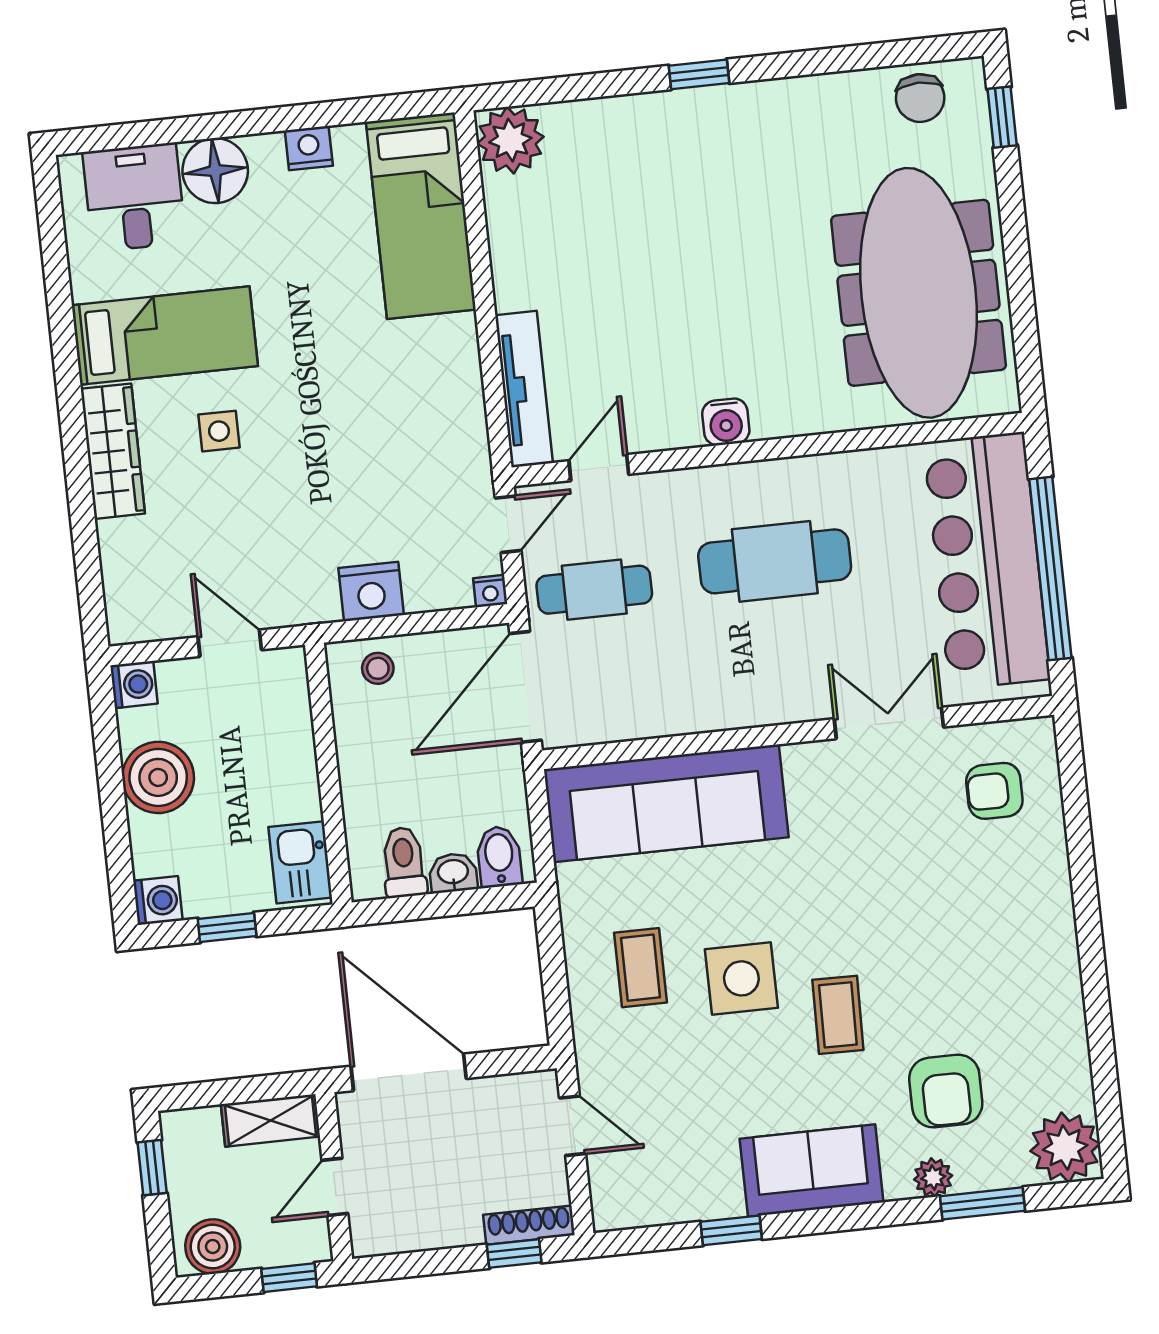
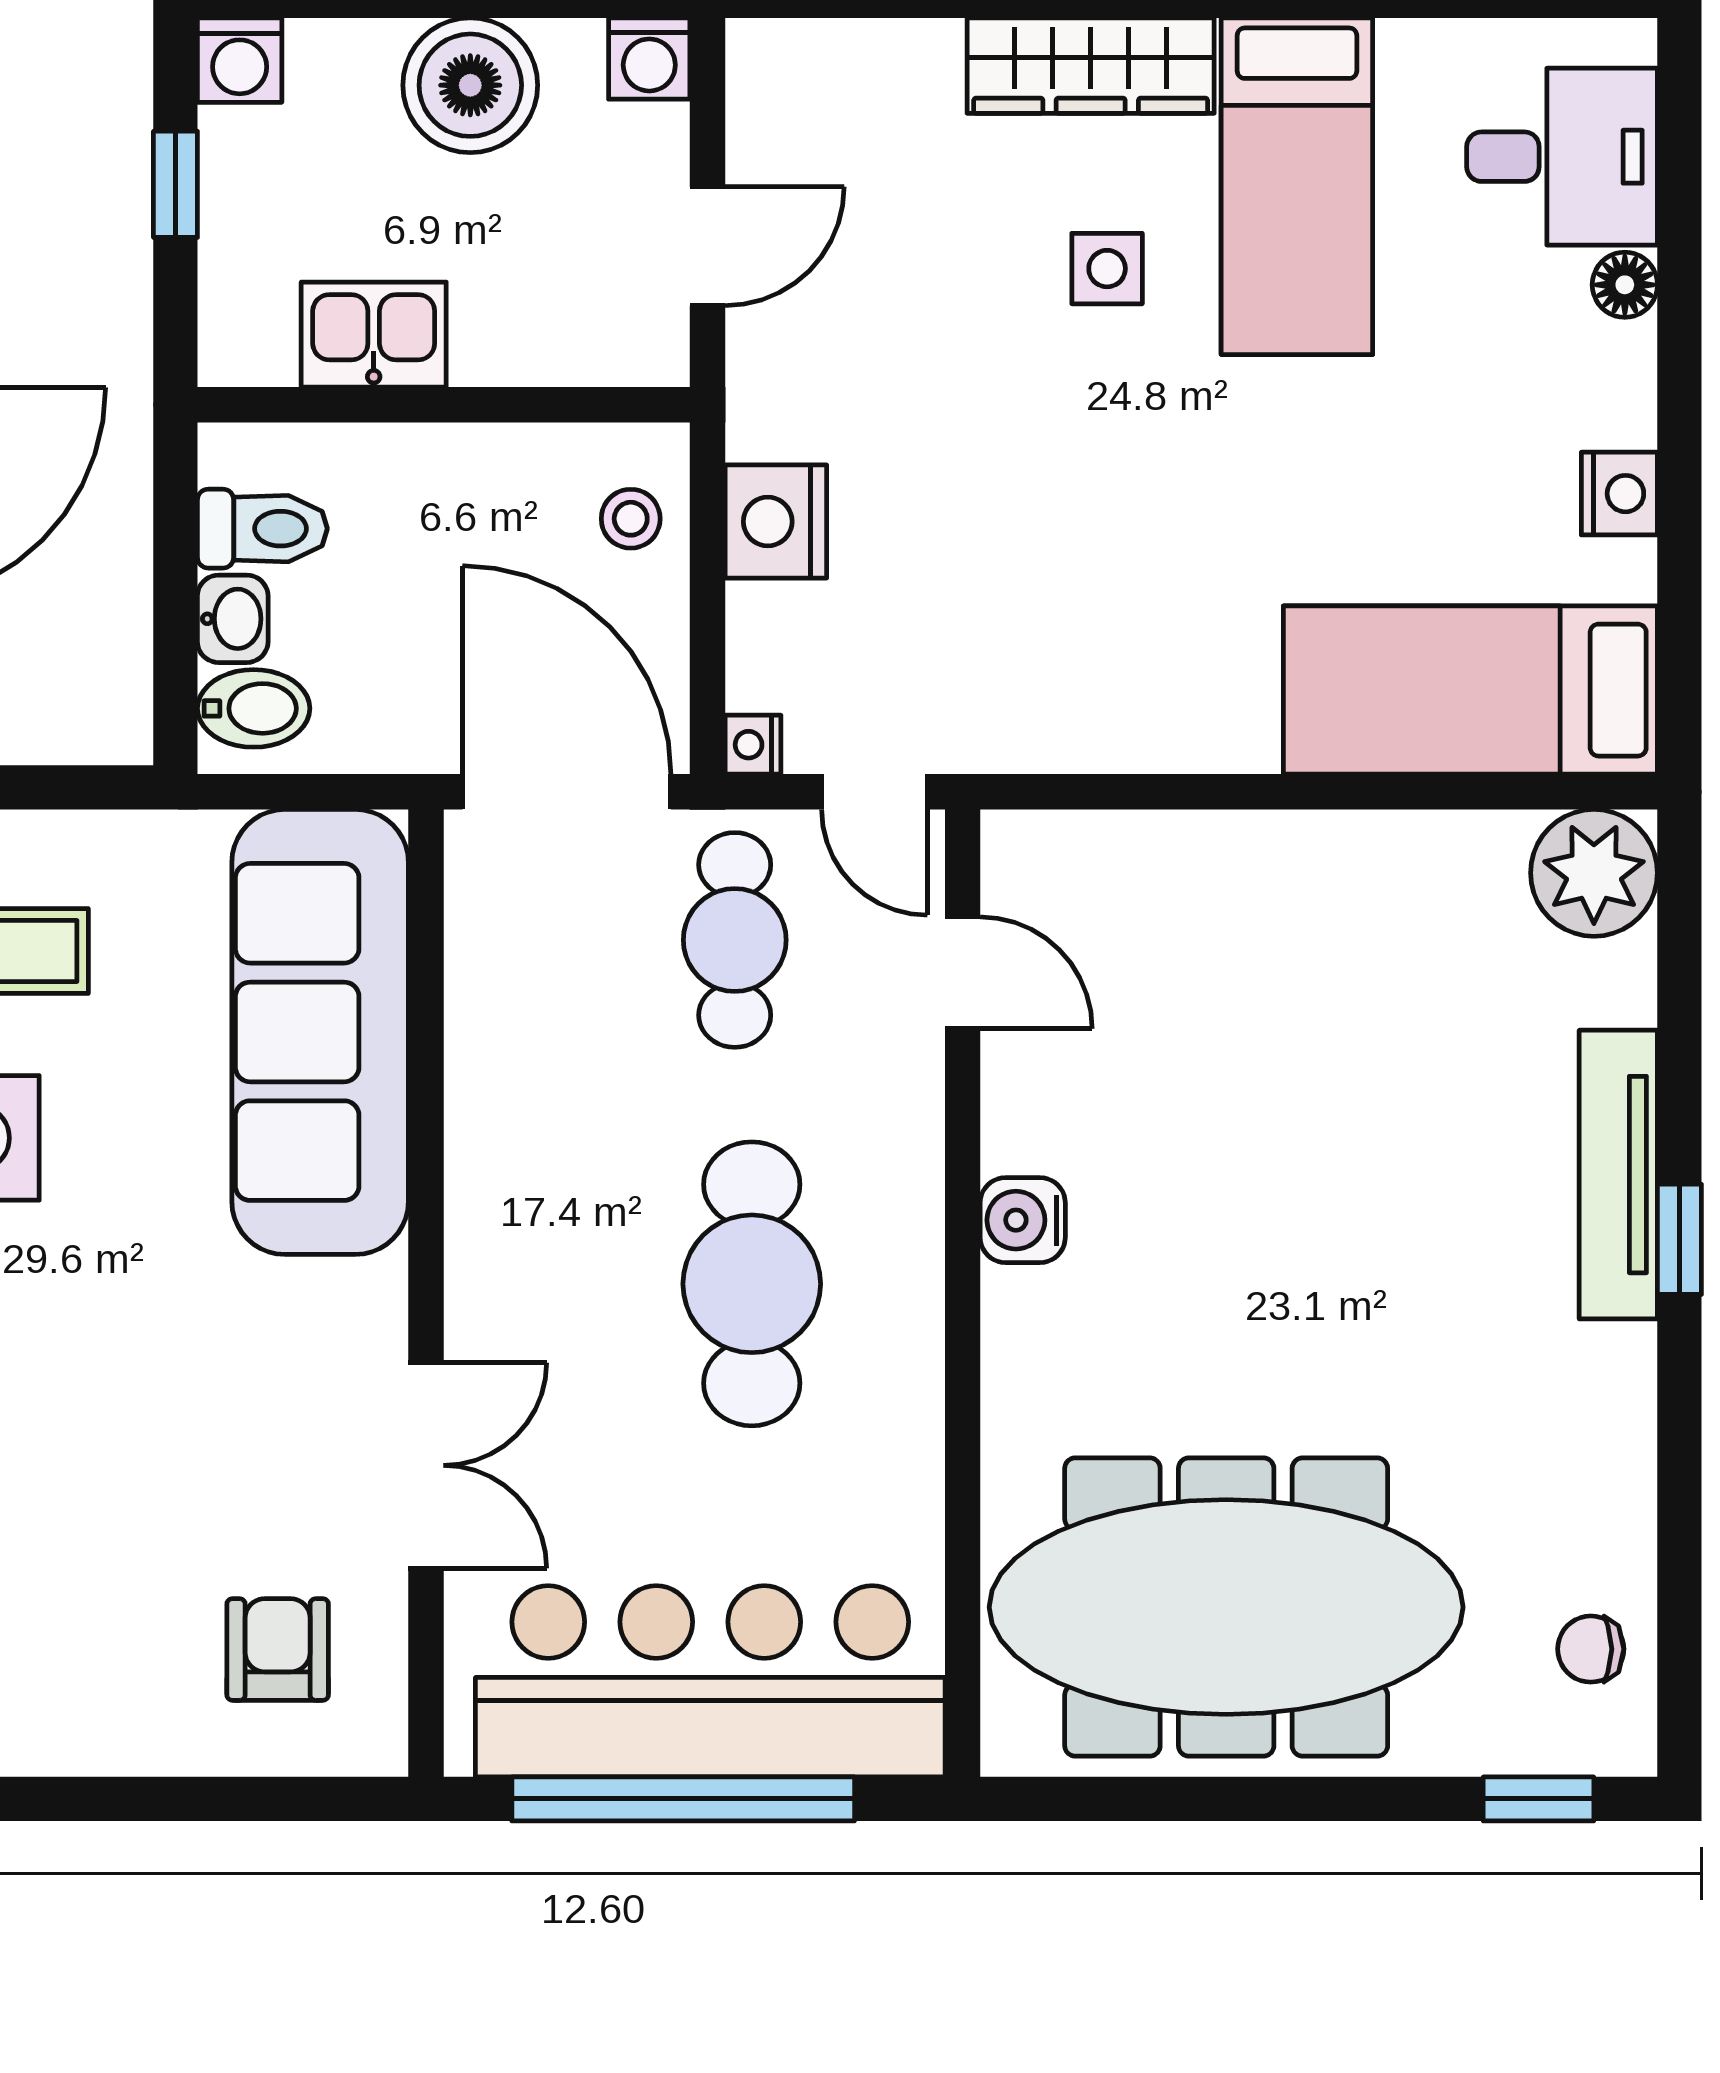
chair: (920, 98) -> (1591, 1649), width x0.73, depth x0.73
floor lamp: (215, 171) -> (1625, 285), width x0.53, depth x0.53
tv unit: (524, 389) -> (1618, 1175), moved, turned 90
kitchen sink: (300, 862) -> (374, 335), moved

